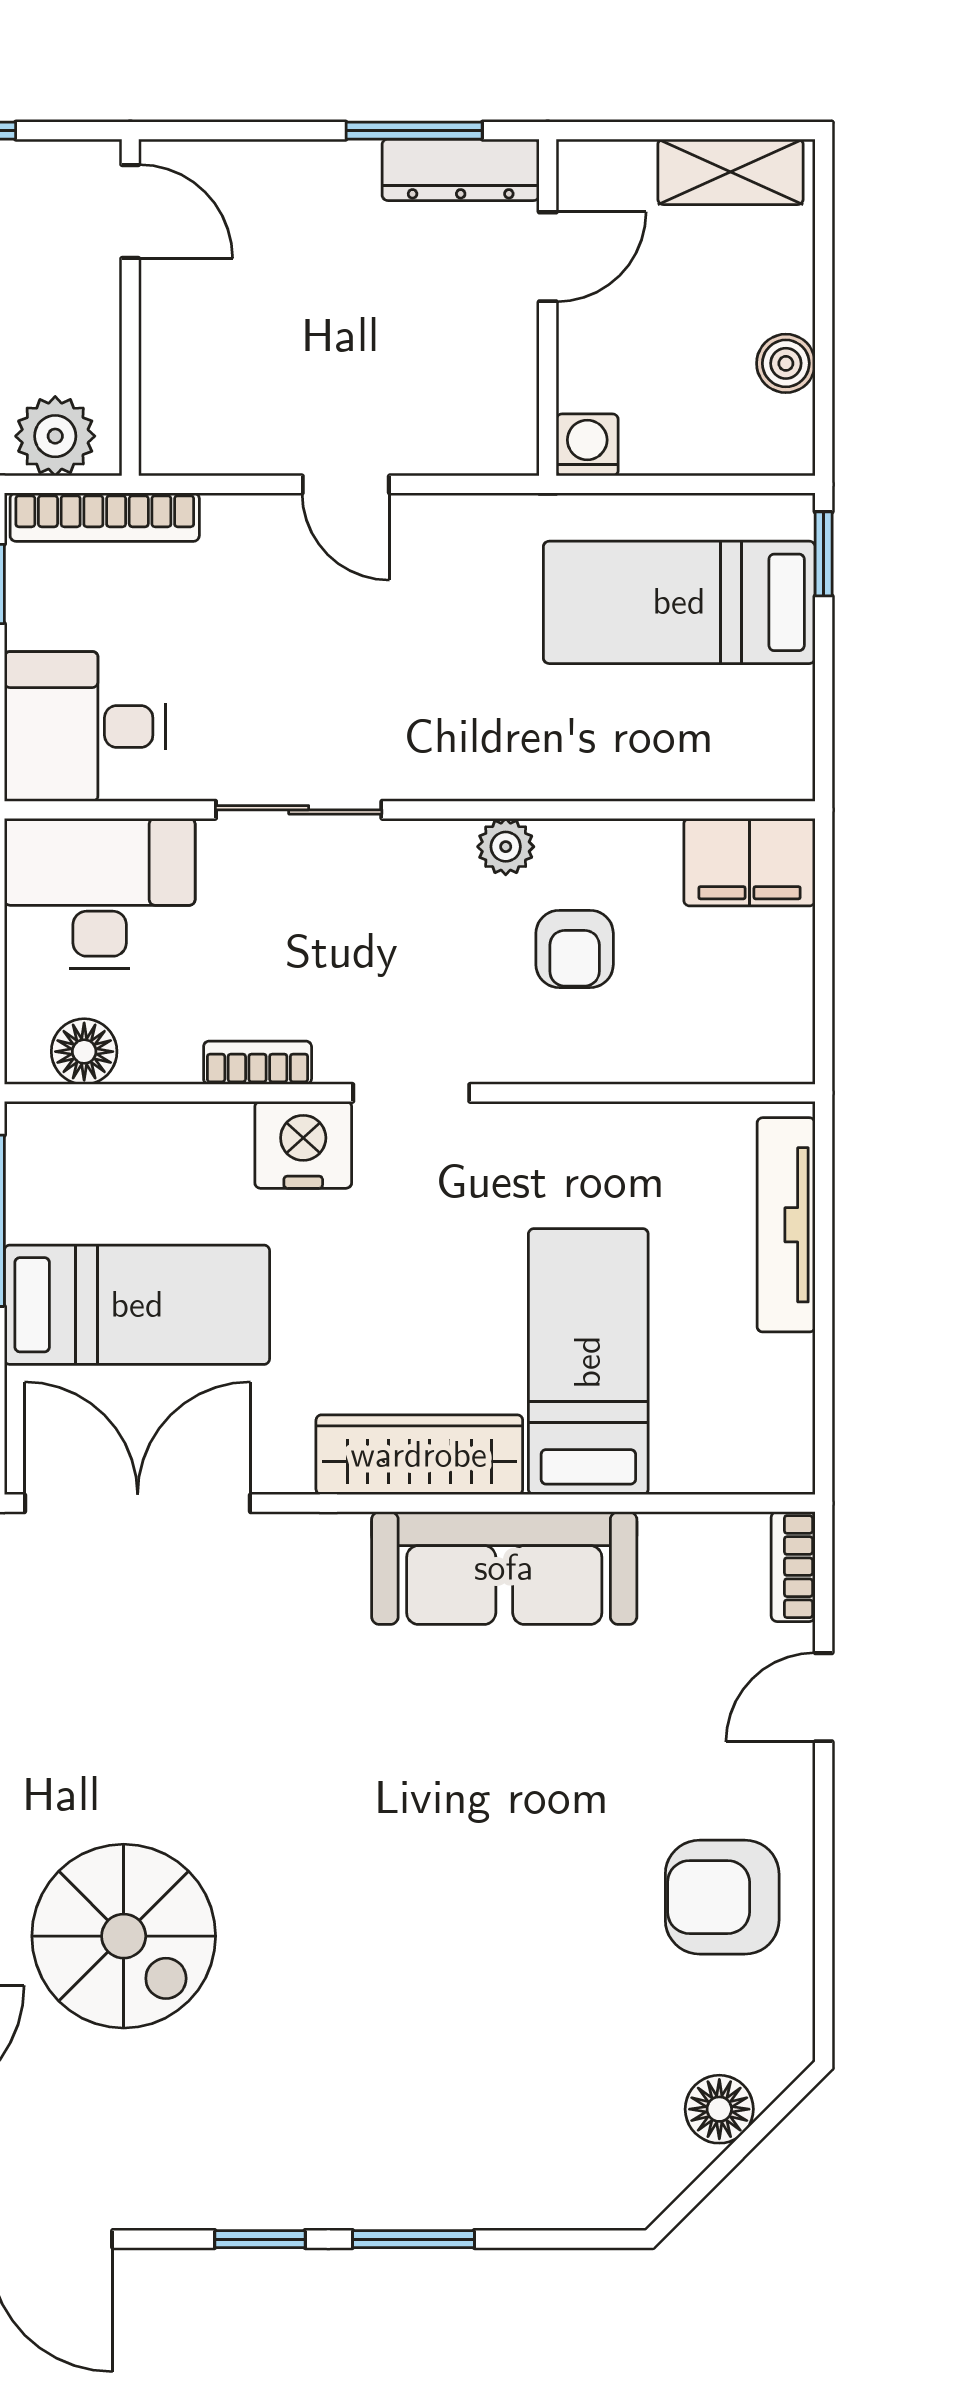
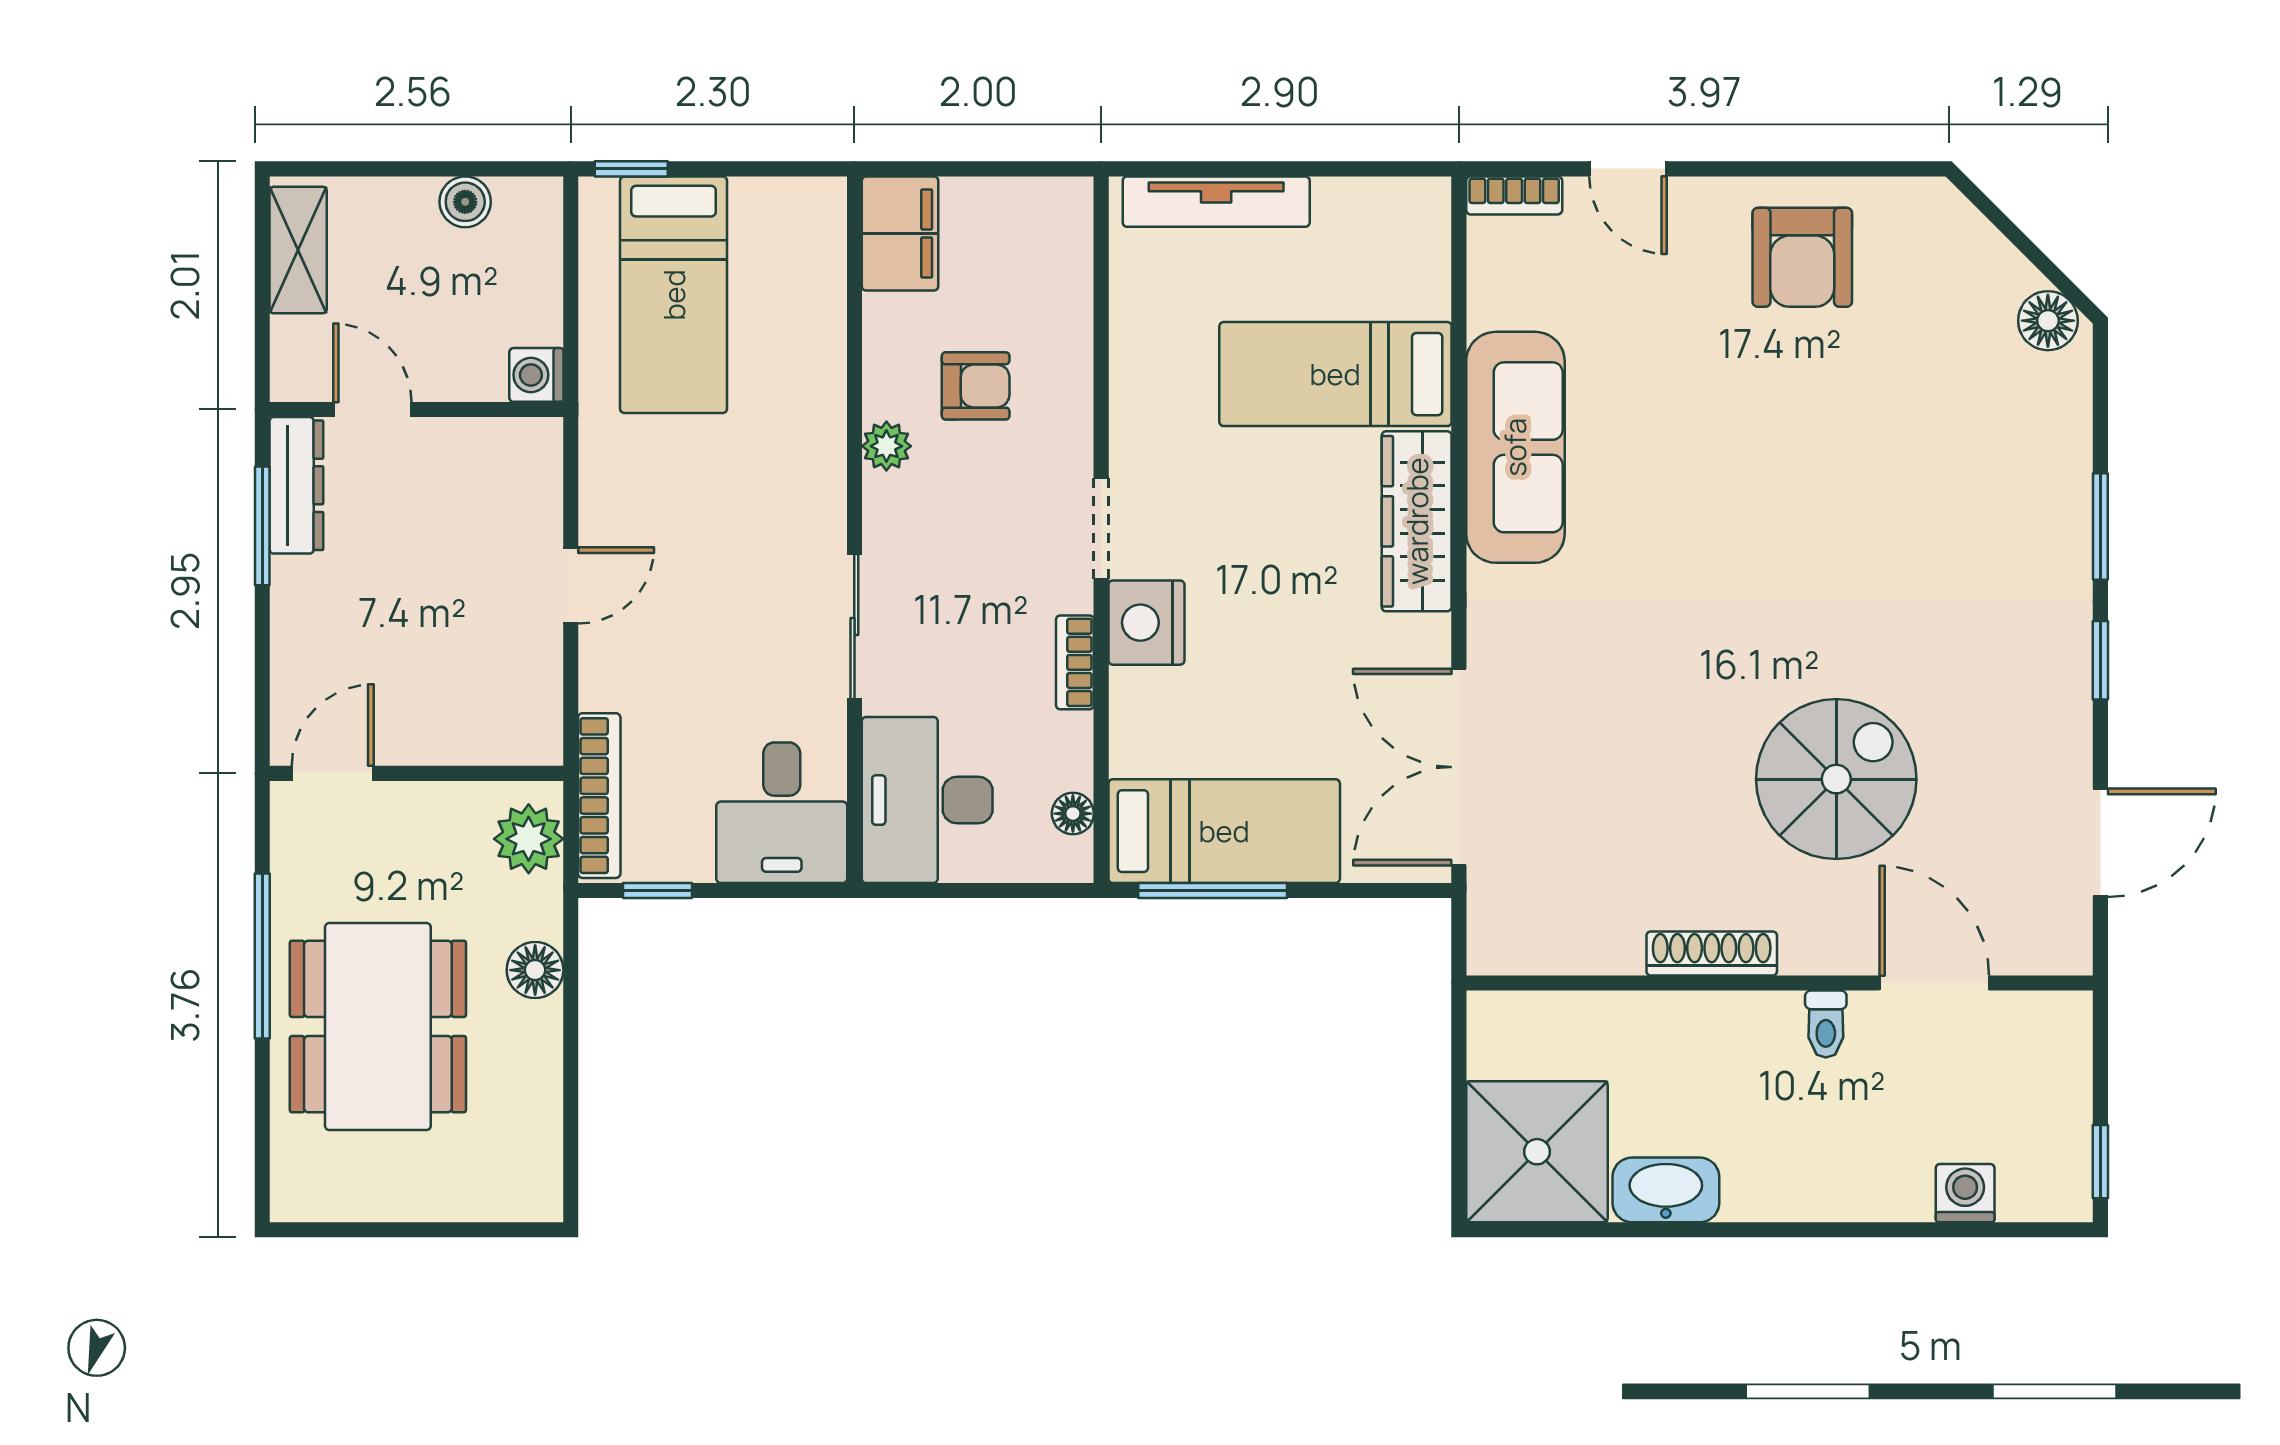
floor lamp: (84, 1052) -> (1073, 814), width x0.73, depth x0.73
bed: (137, 1305) -> (1224, 831), moved, turned 90
floor lamp: (719, 2109) -> (2048, 321), moved

